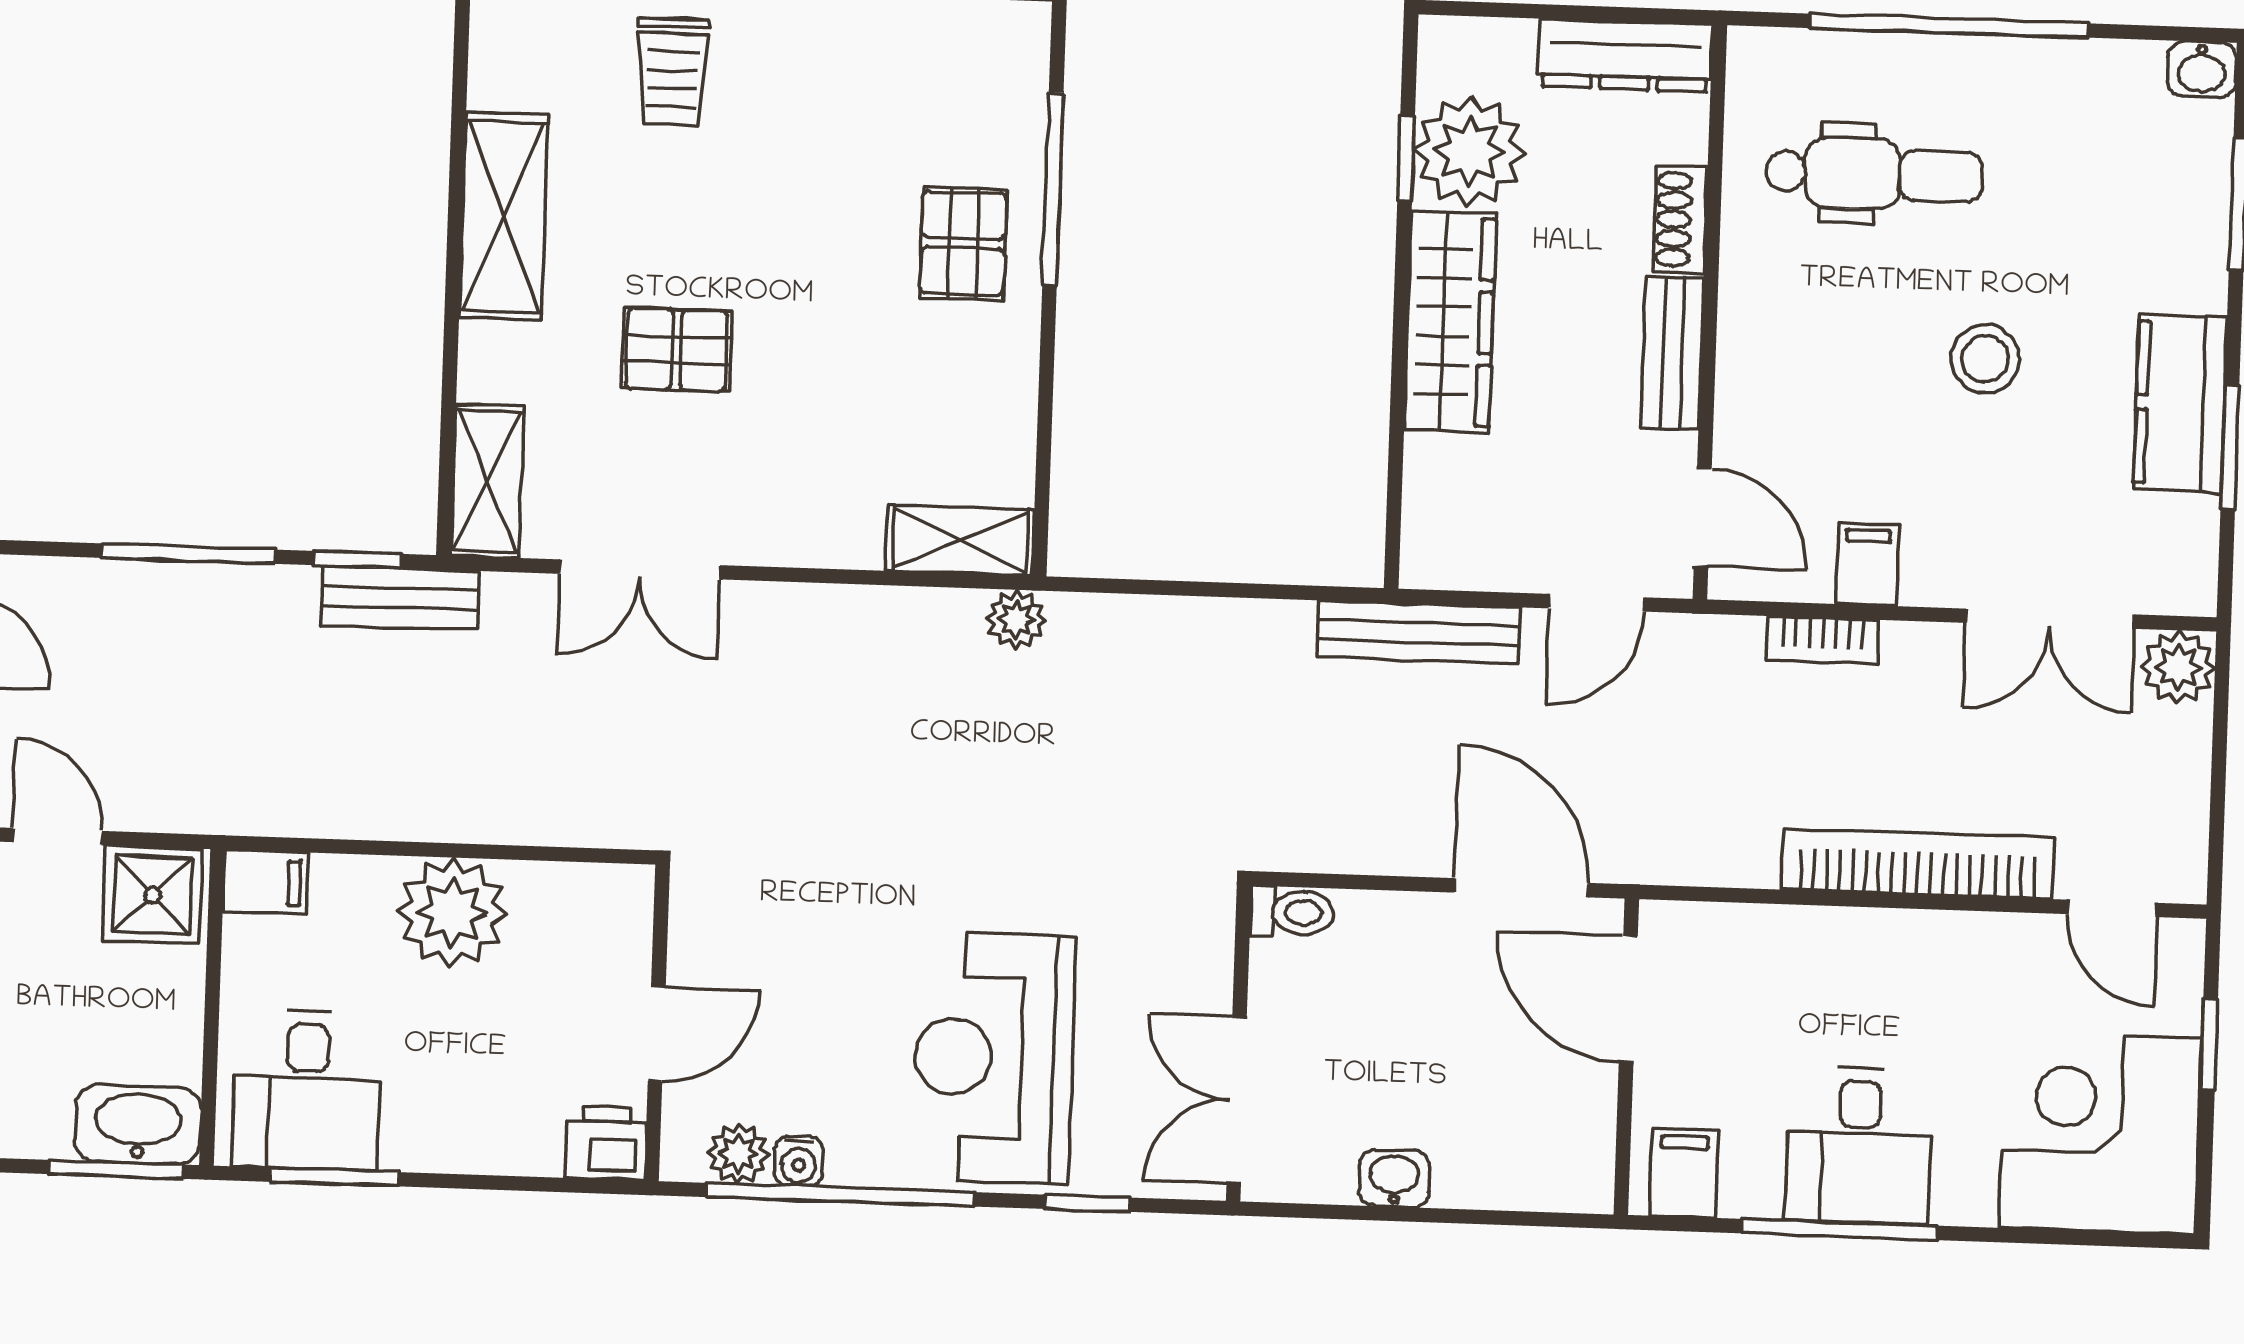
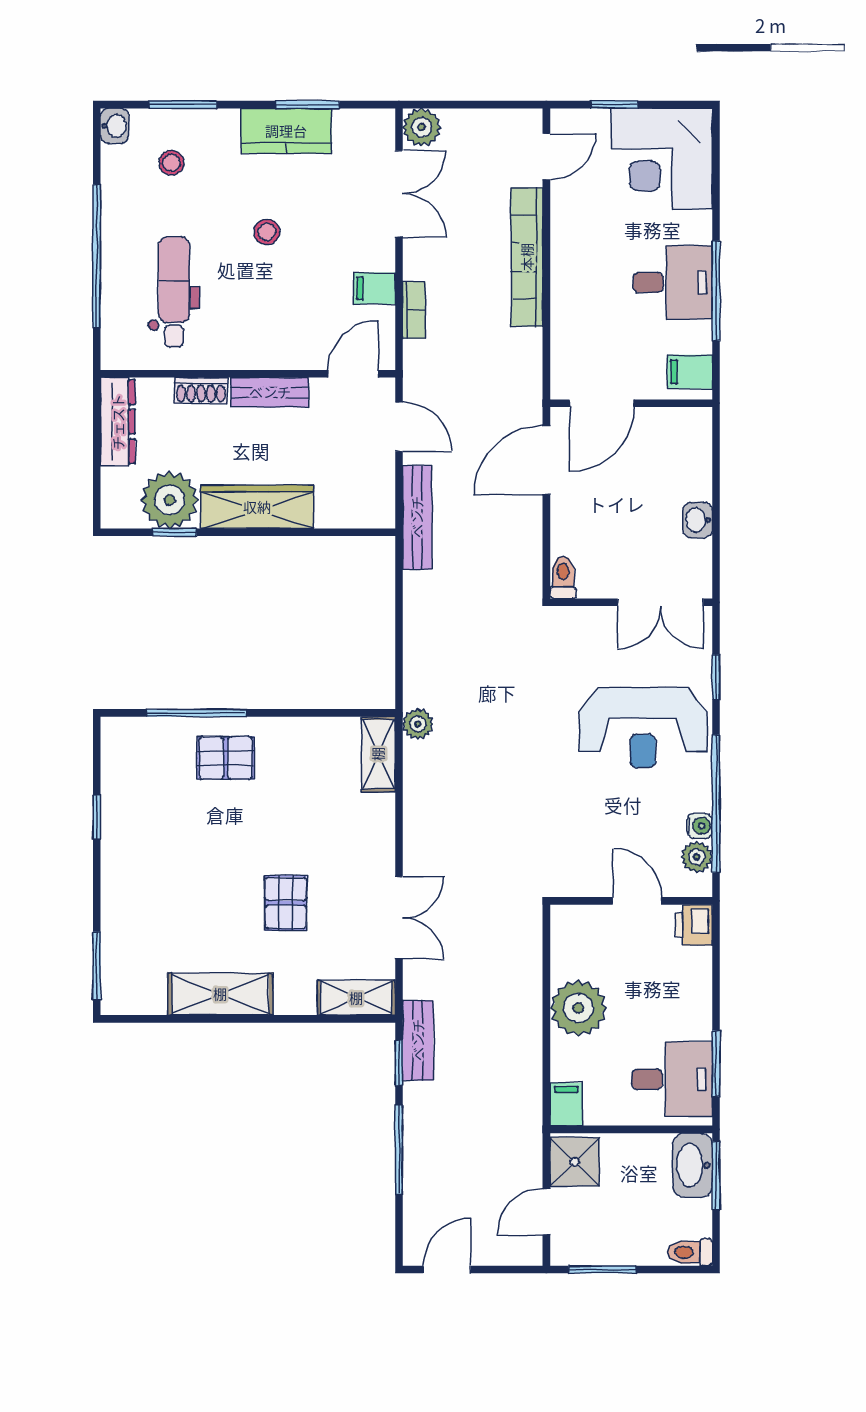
trolley: (673, 72) -> (143, 910), removed
stool: (2126, 178) -> (171, 163), added
stool: (1985, 359) -> (267, 232), width x0.73, depth x0.73

